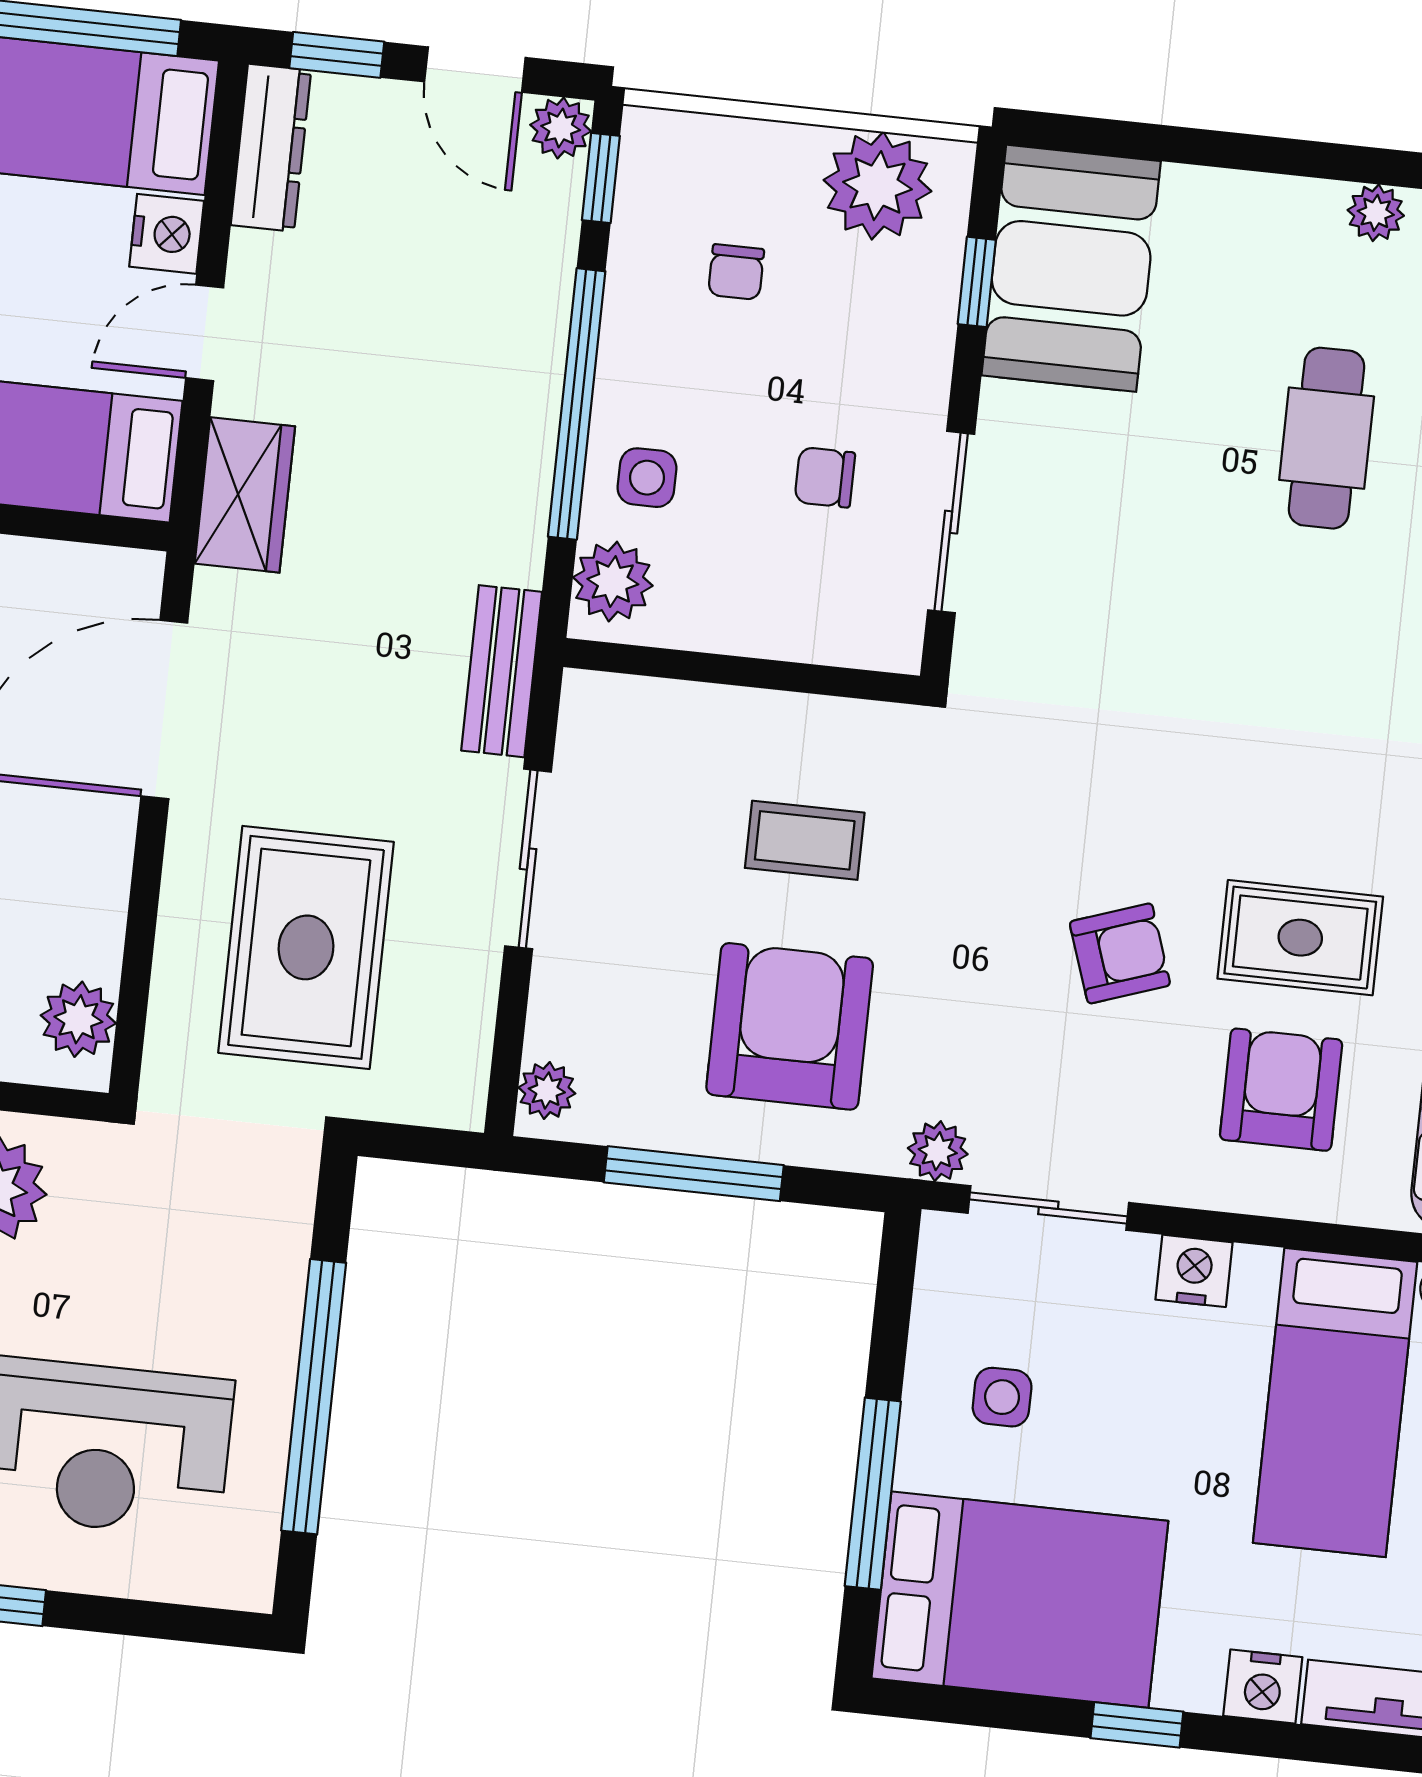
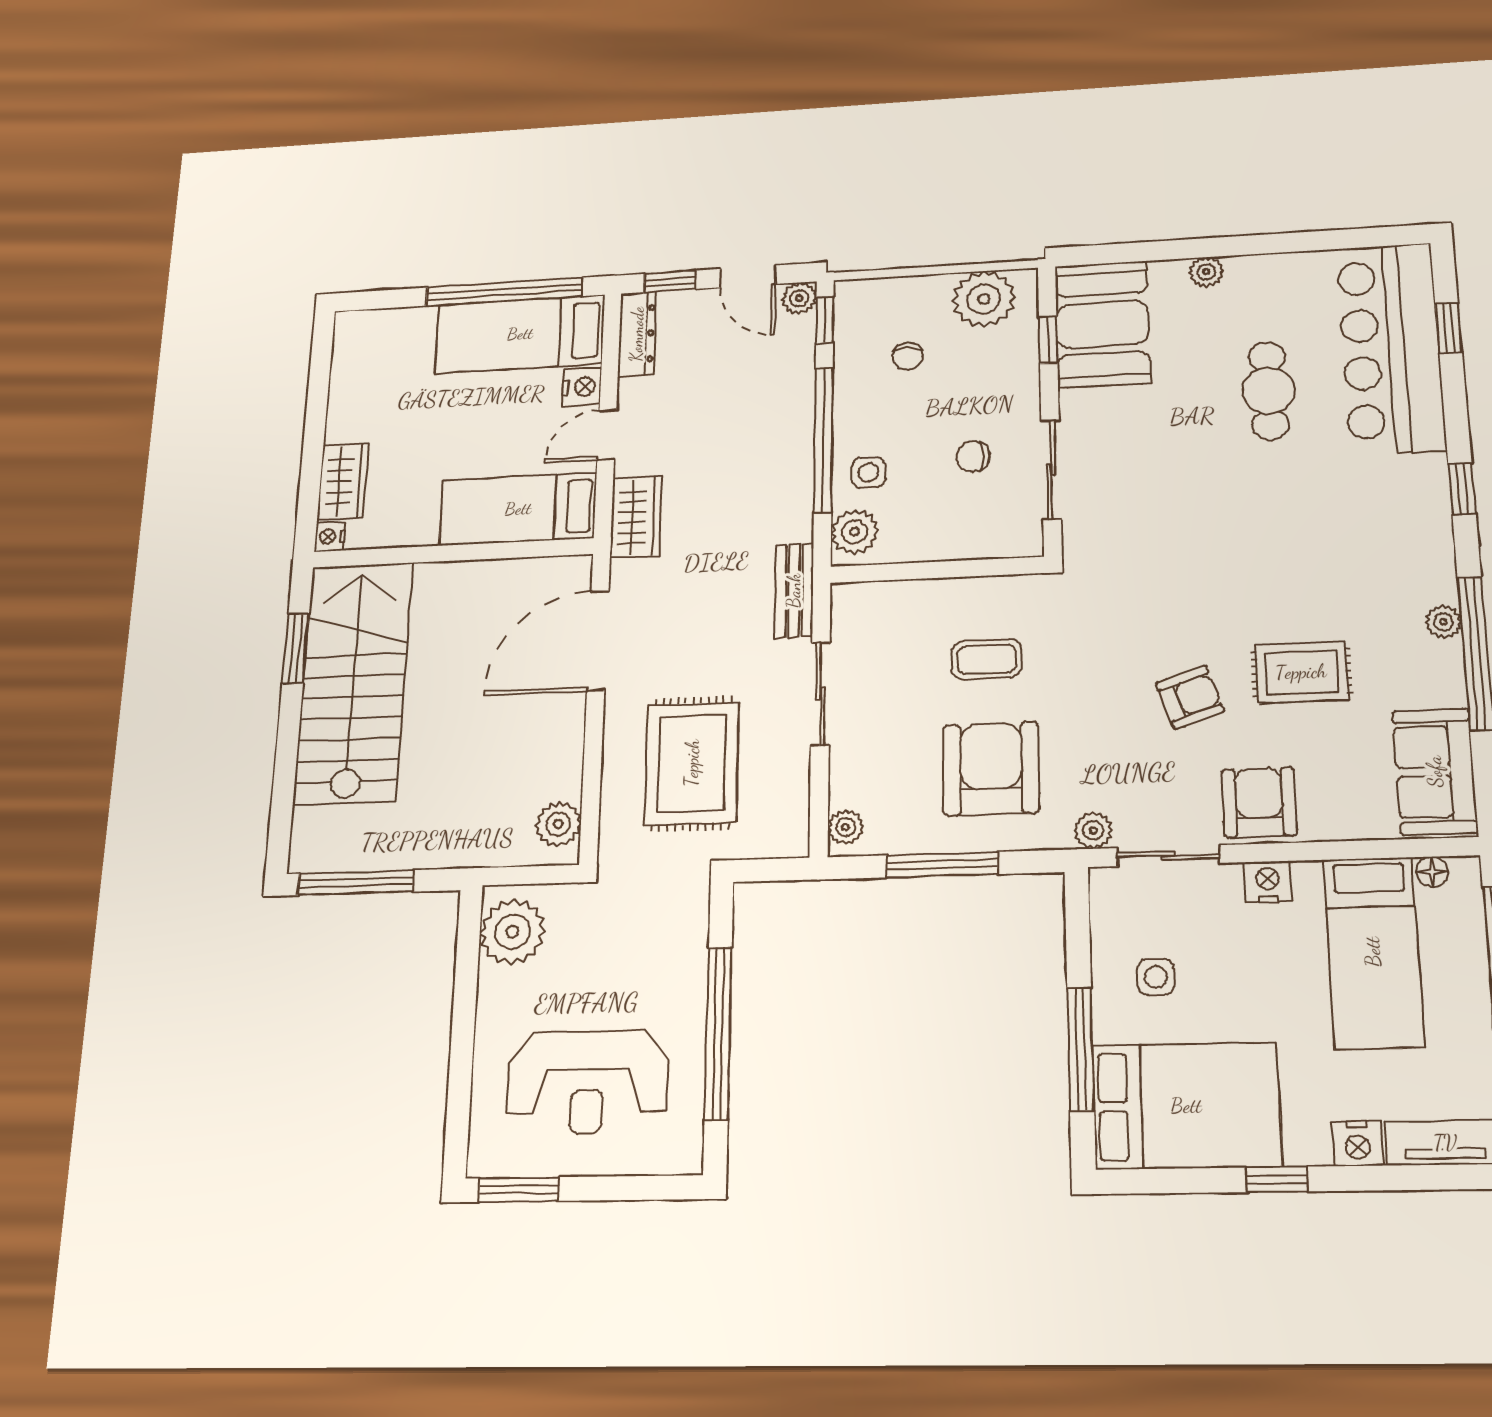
plant: (1376, 213) -> (1206, 272), moved
armchair: (1281, 1090) -> (1259, 802), moved

